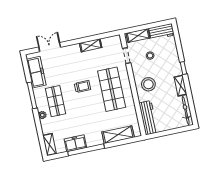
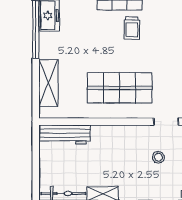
stool: (148, 84) -> (115, 145), removed
trolley: (82, 86) -> (132, 28), moved

